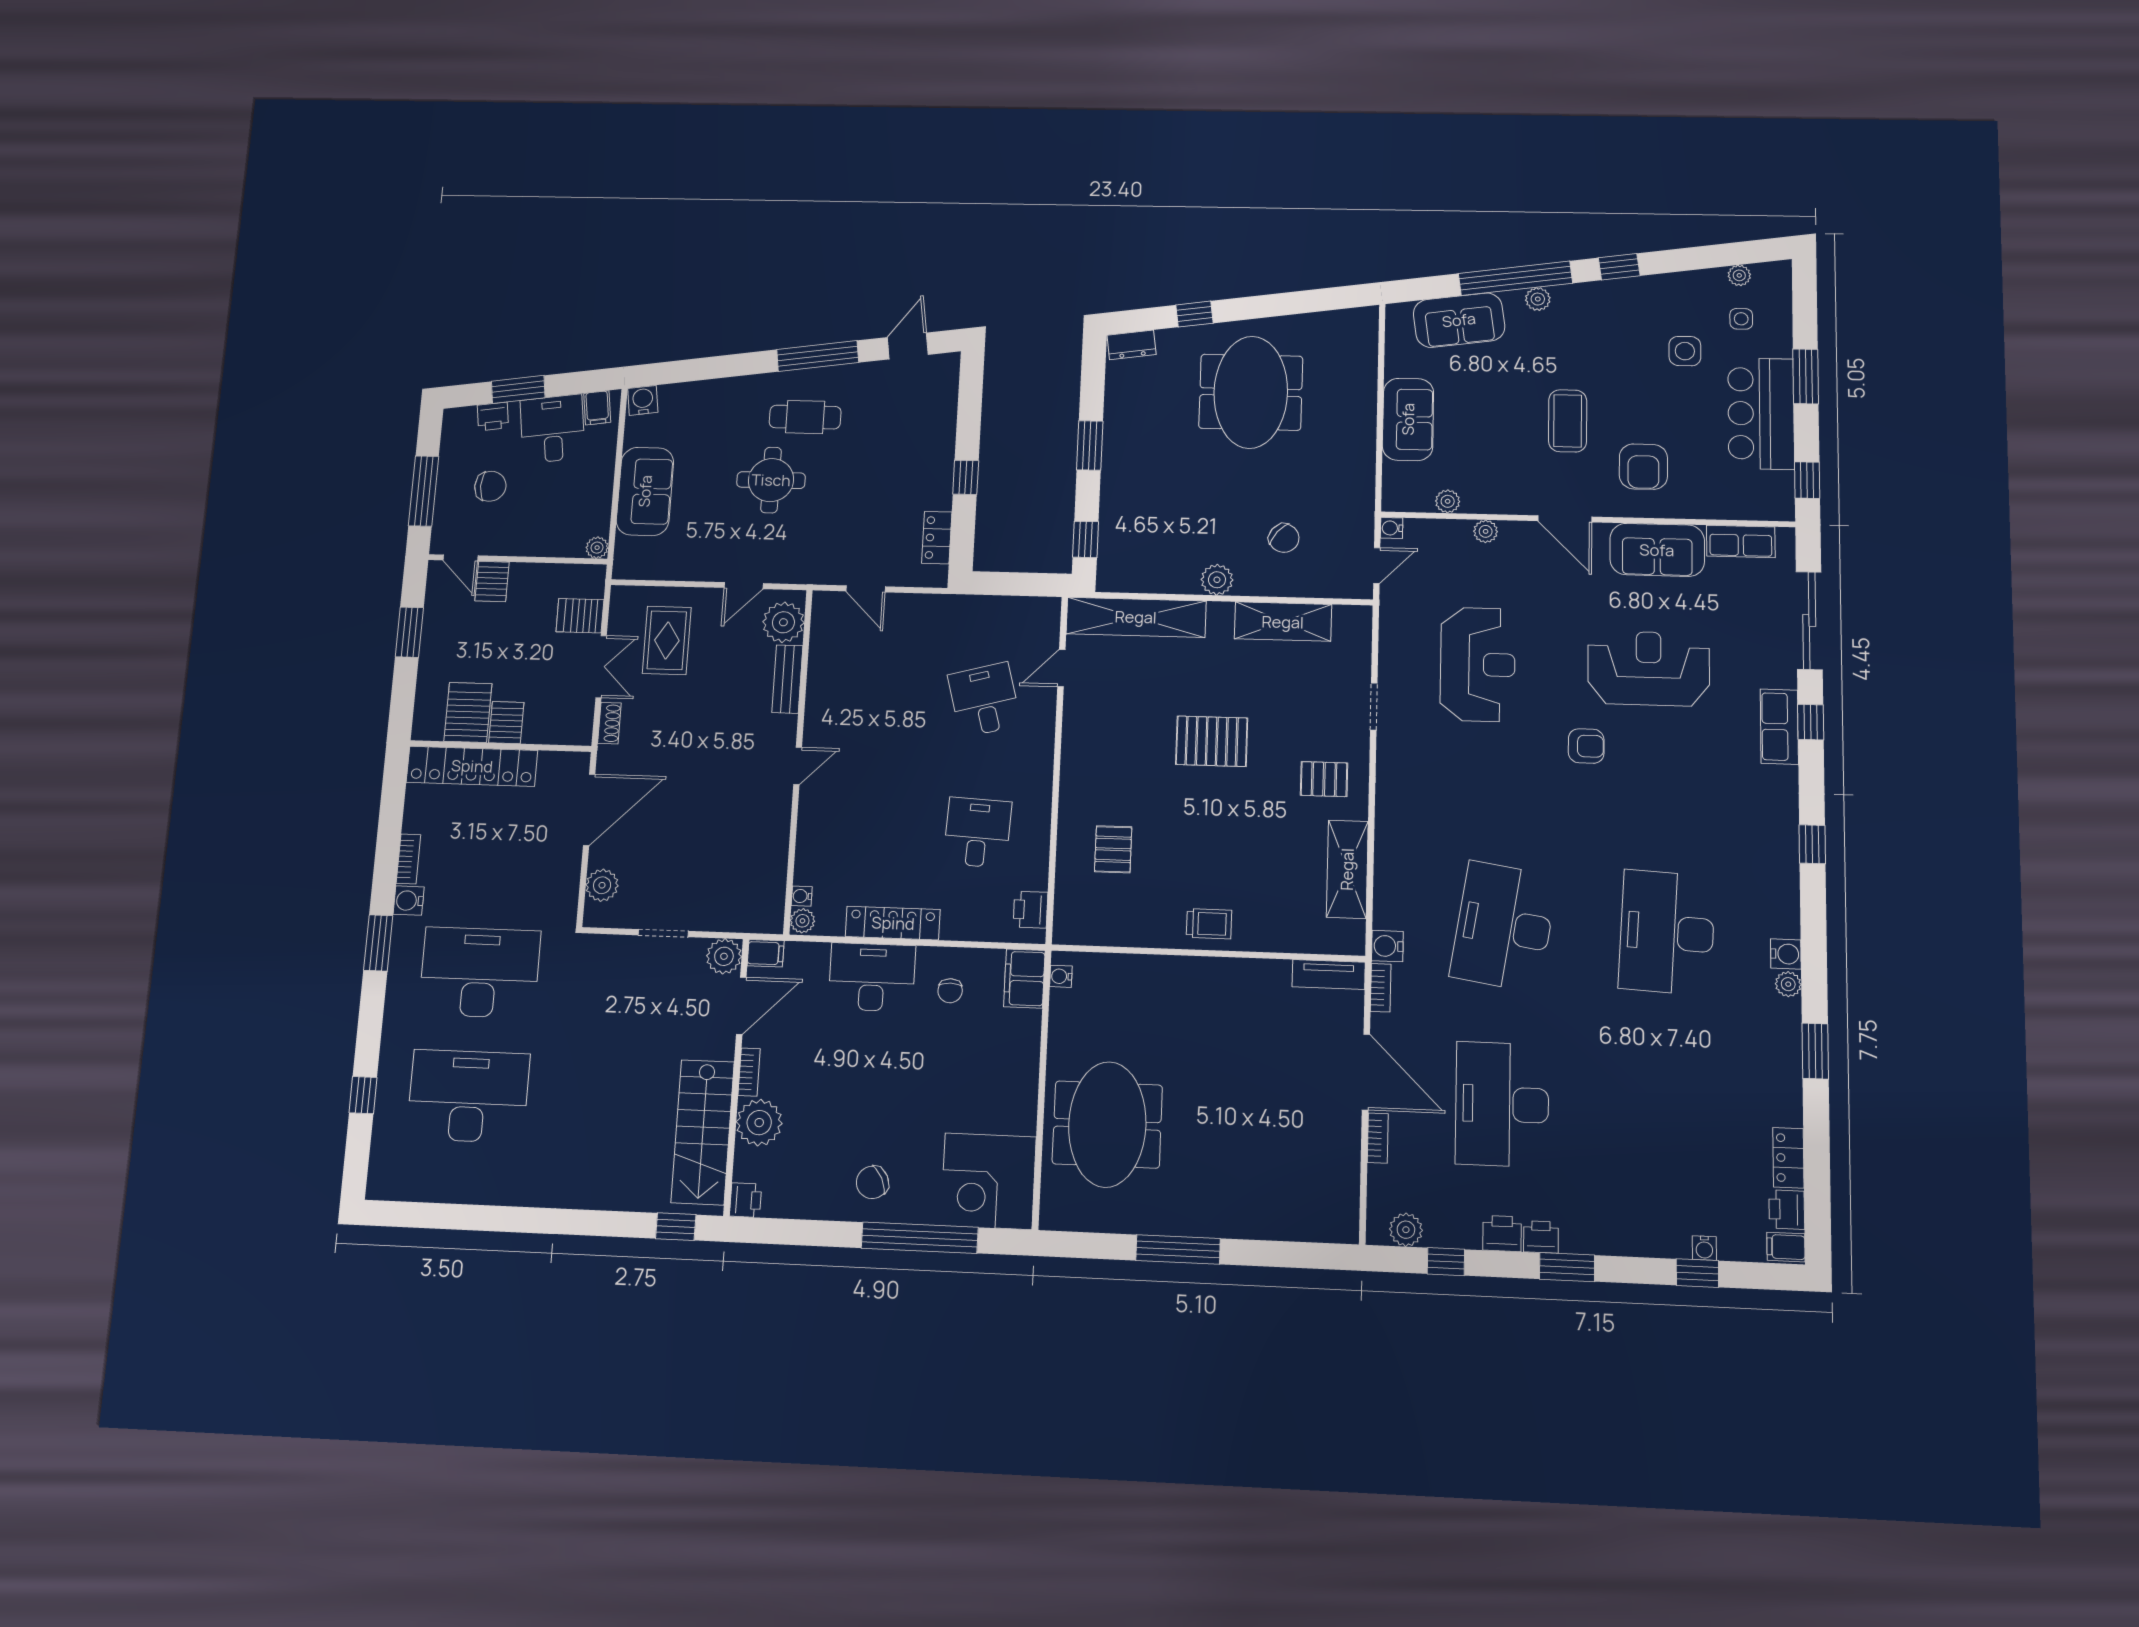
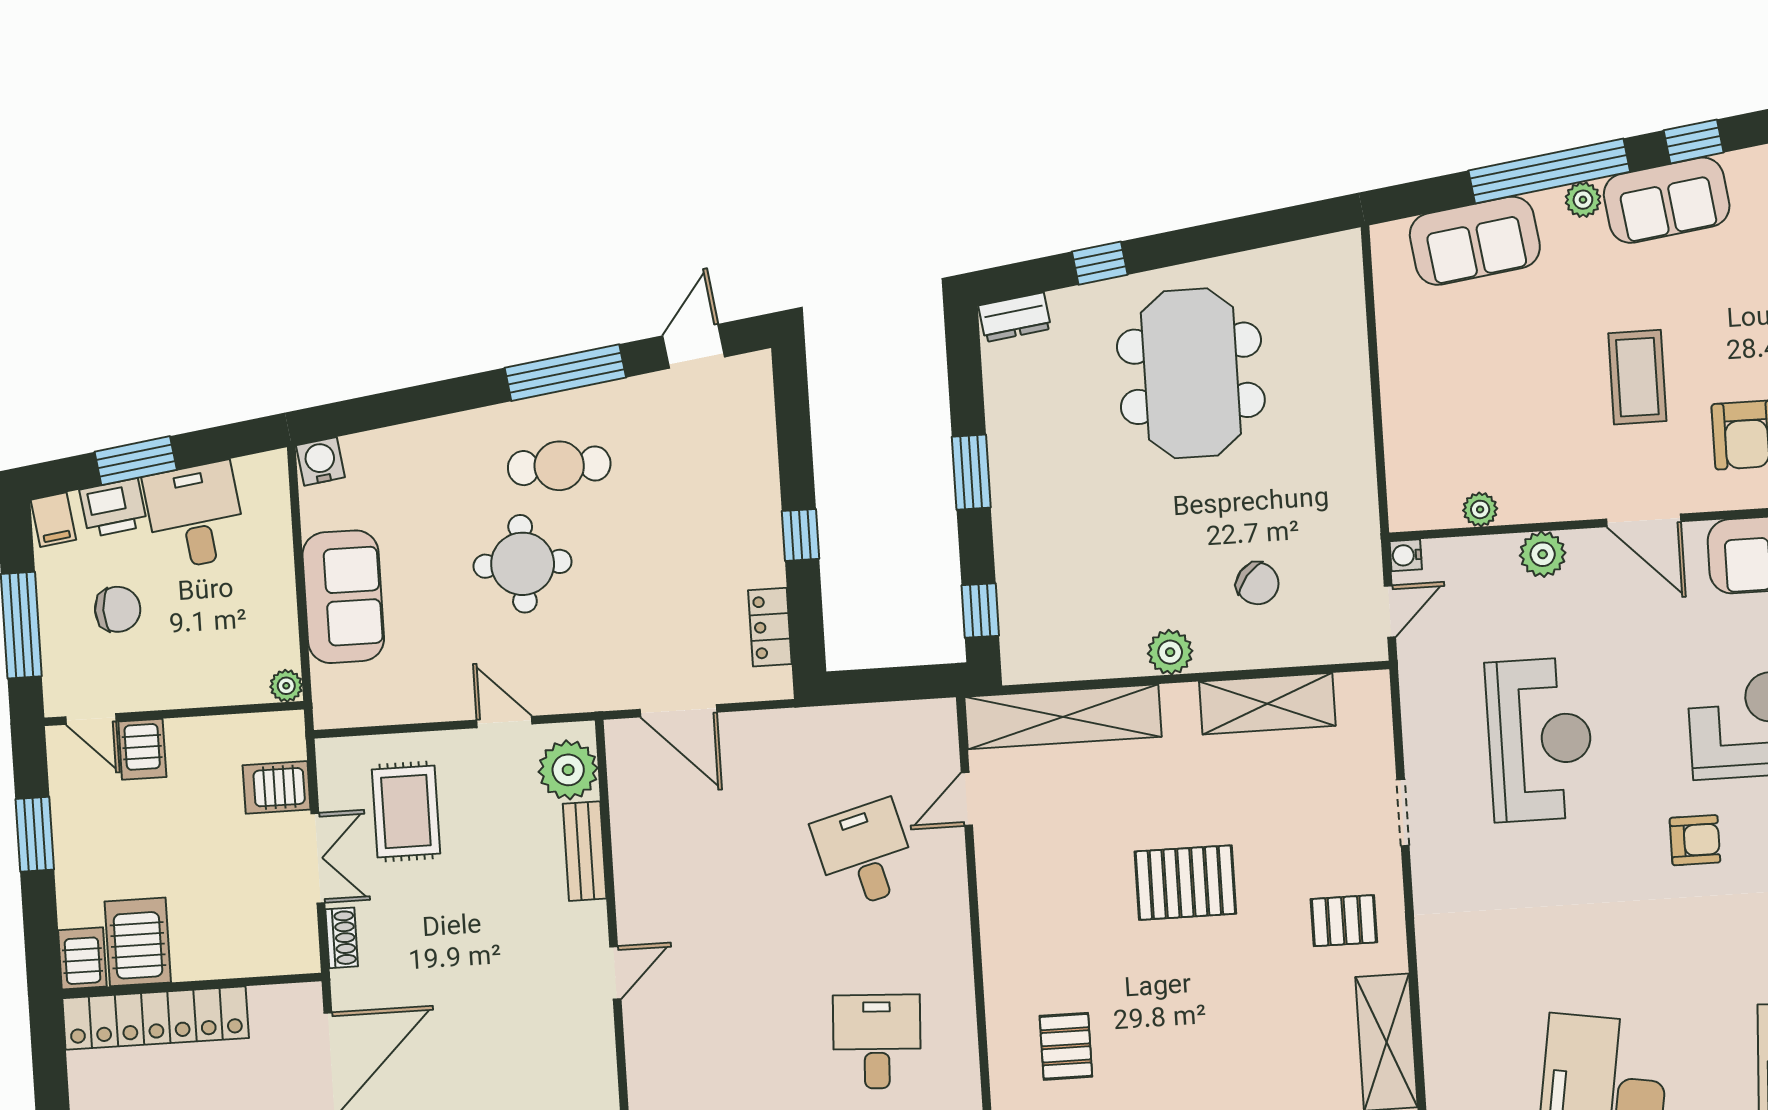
filing cabinet: (597, 408) -> (53, 520), moved
printer: (493, 417) -> (113, 508), width x1.36, depth x1.24
sofa: (1408, 419) -> (1667, 200), moved, turned 82
plant: (1486, 531) -> (1543, 554), width x1.38, depth x1.38
door: (744, 586) -> (504, 722), swing flipped
door: (866, 589) -> (678, 711), width x1.38
server rack: (506, 723) -> (82, 958), moved

